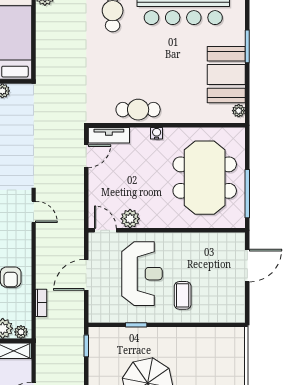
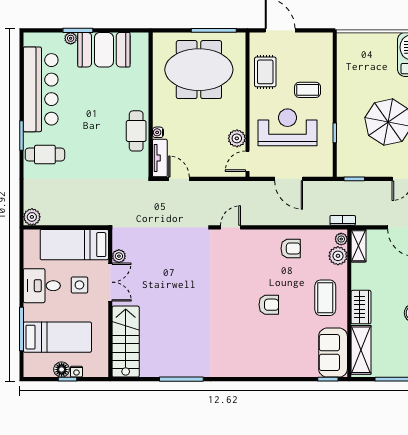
plant: (239, 111) -> (71, 38), moved
water cooler: (157, 133) -> (158, 132), moved
rug: (202, 250) -> (265, 72), added
bookcase: (41, 303) -> (343, 220), moved

